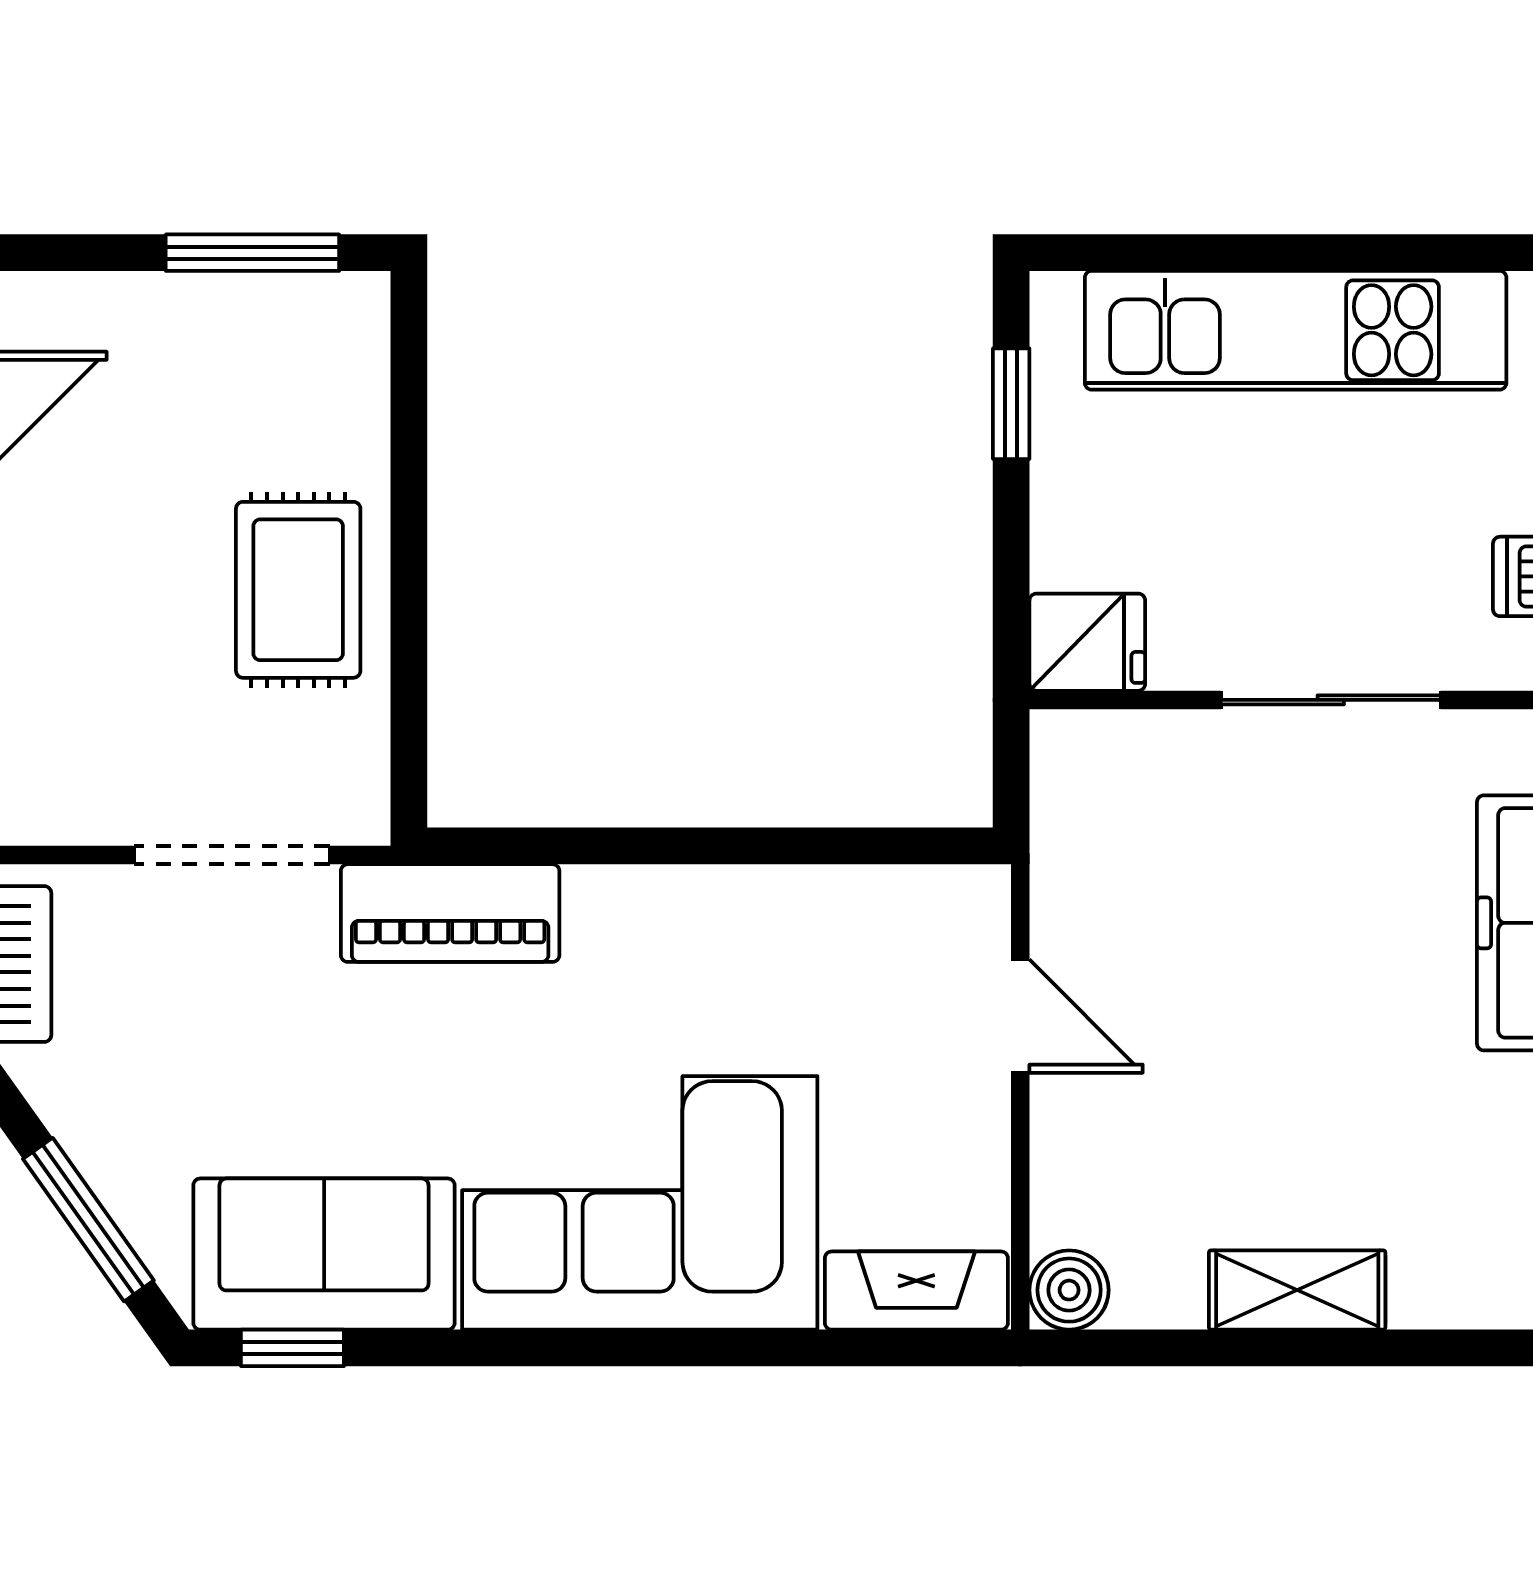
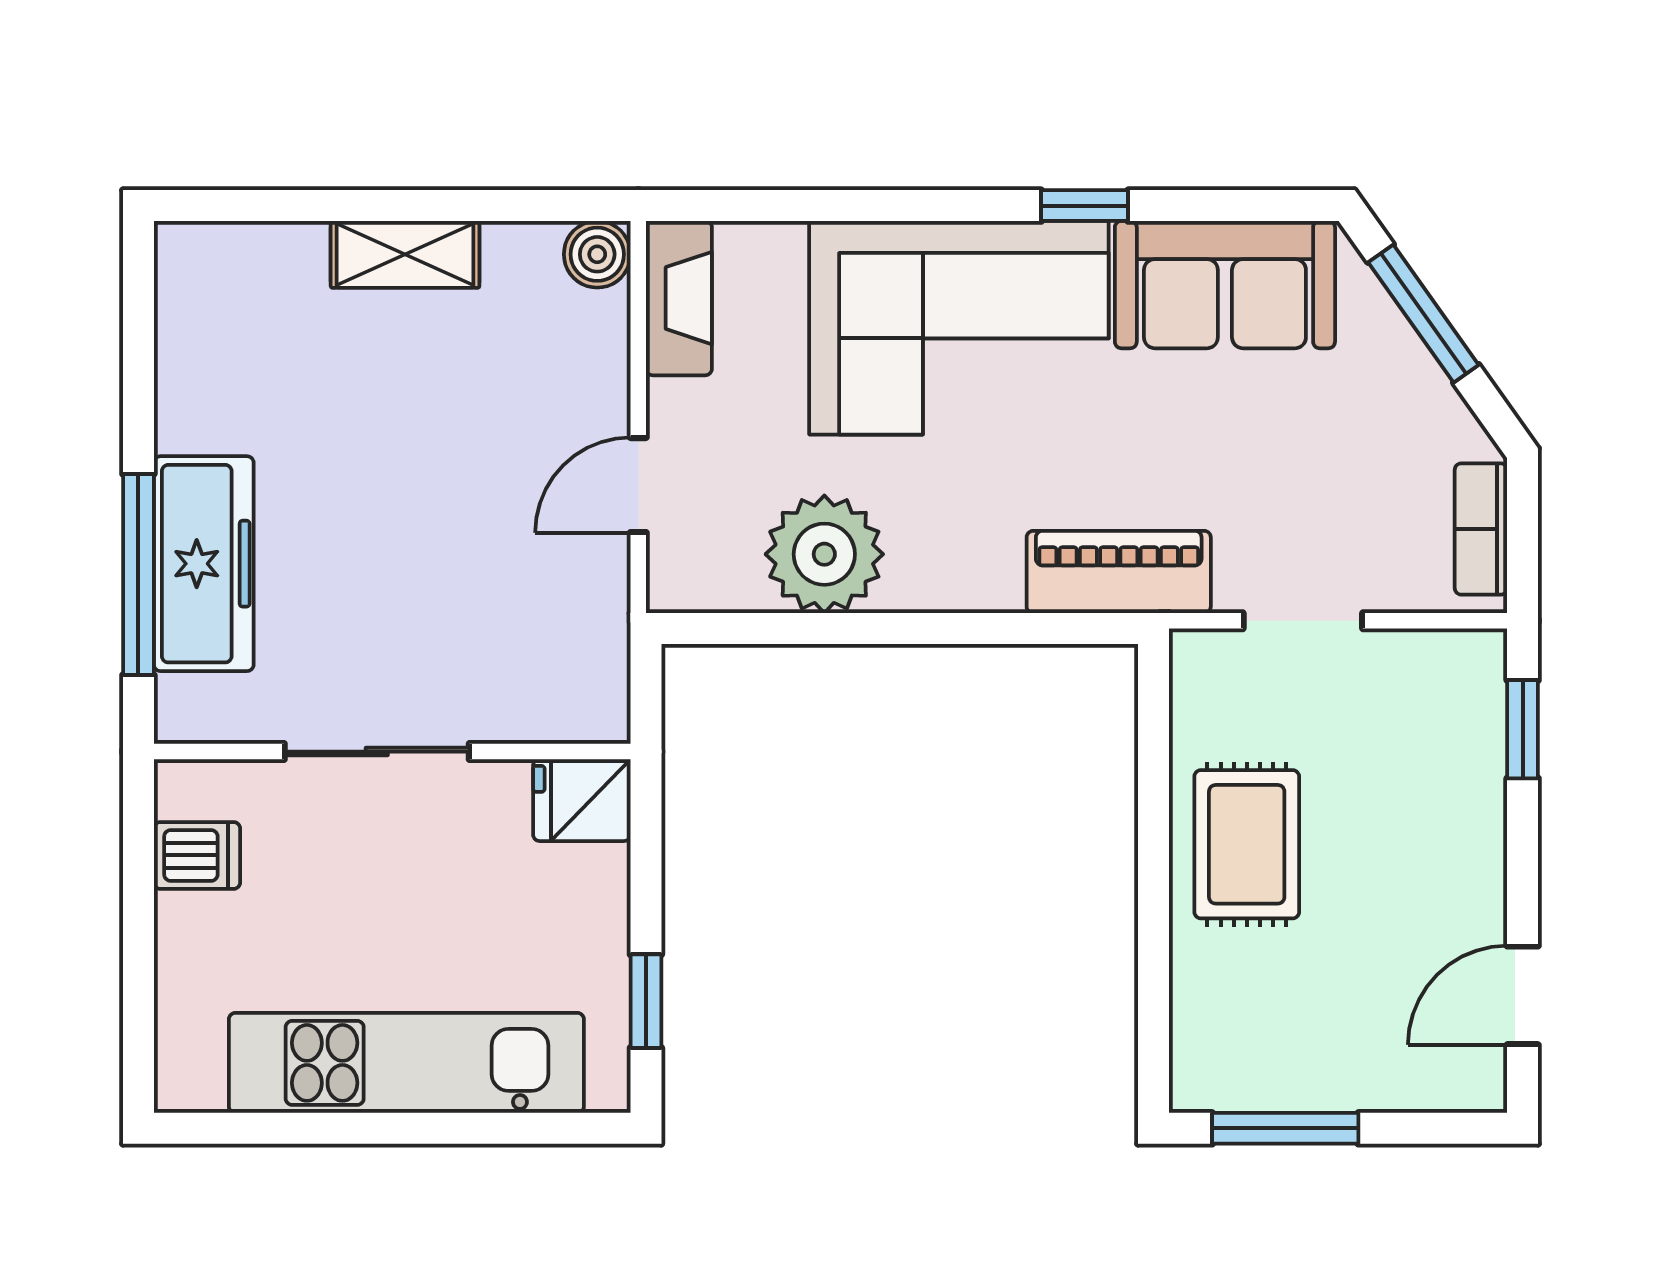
doorway: (232, 855) -> (1303, 621), width x0.73
plant: (800, 934) -> (824, 554), added
door: (1020, 1016) -> (638, 485), hinge flipped
fireplace: (916, 1291) -> (679, 298), moved, turned -90
window: (292, 1348) -> (1085, 206), moved

